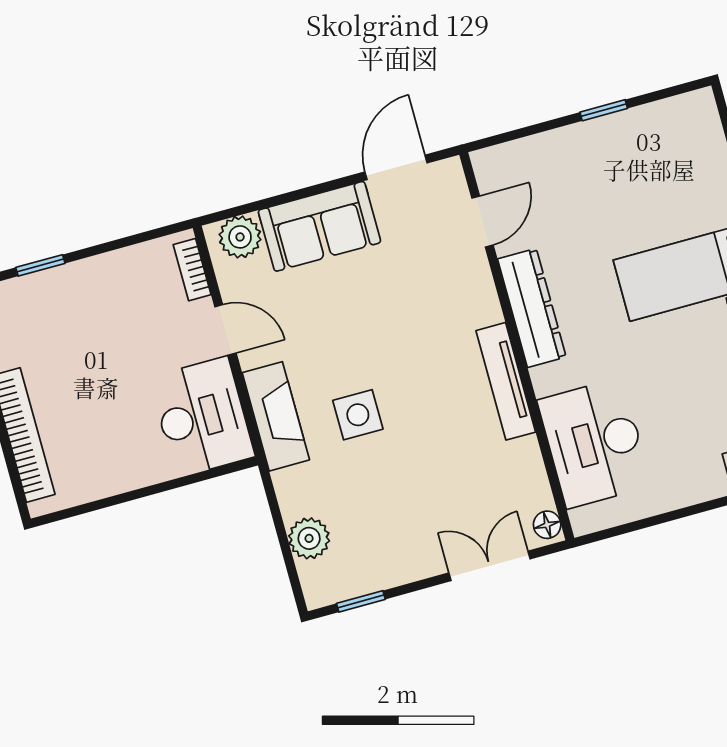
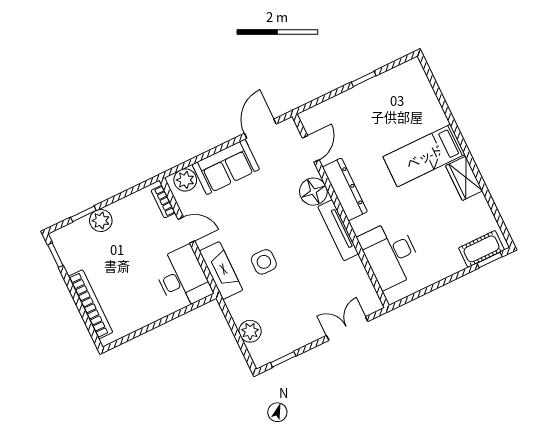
plant: (70, 284) -> (101, 221), added
floor lamp: (547, 525) -> (313, 192), moved, width x1.89, depth x1.89

